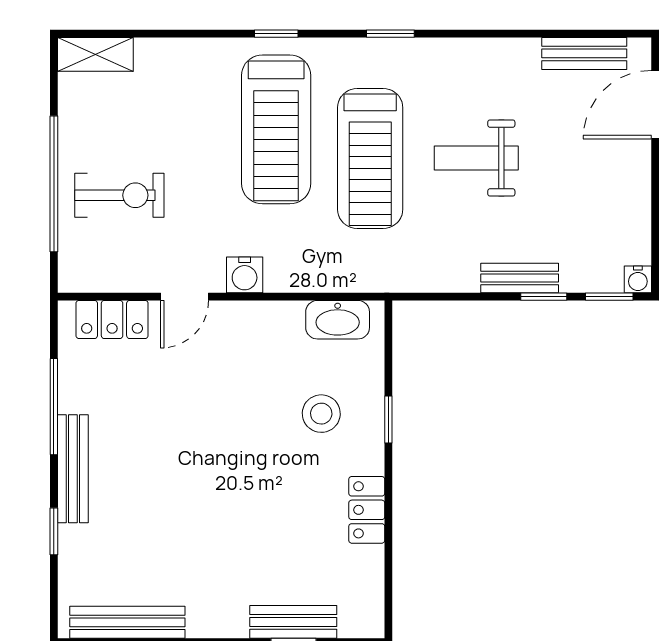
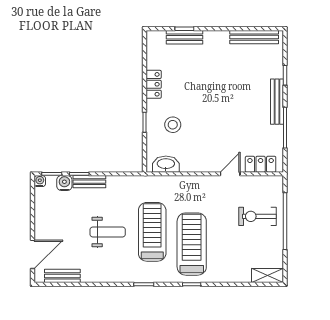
water cooler: (245, 275) -> (64, 183), moved

